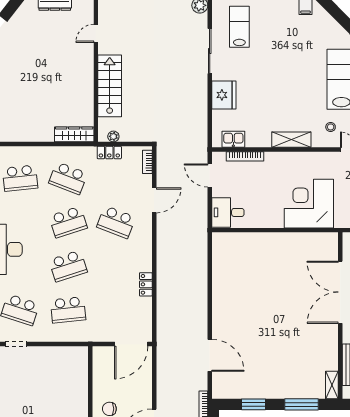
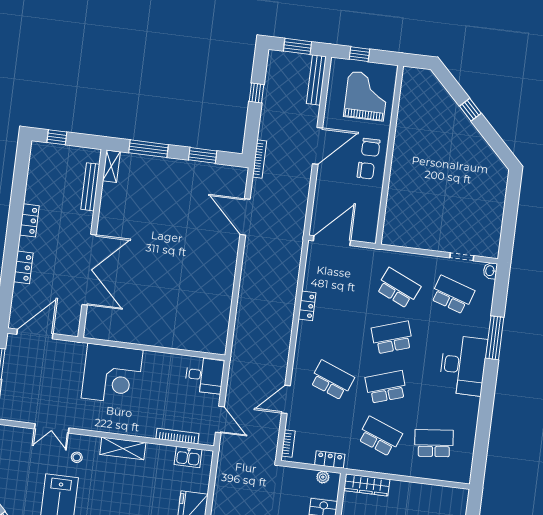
school desk: (68, 310) -> (398, 288), turned 30

